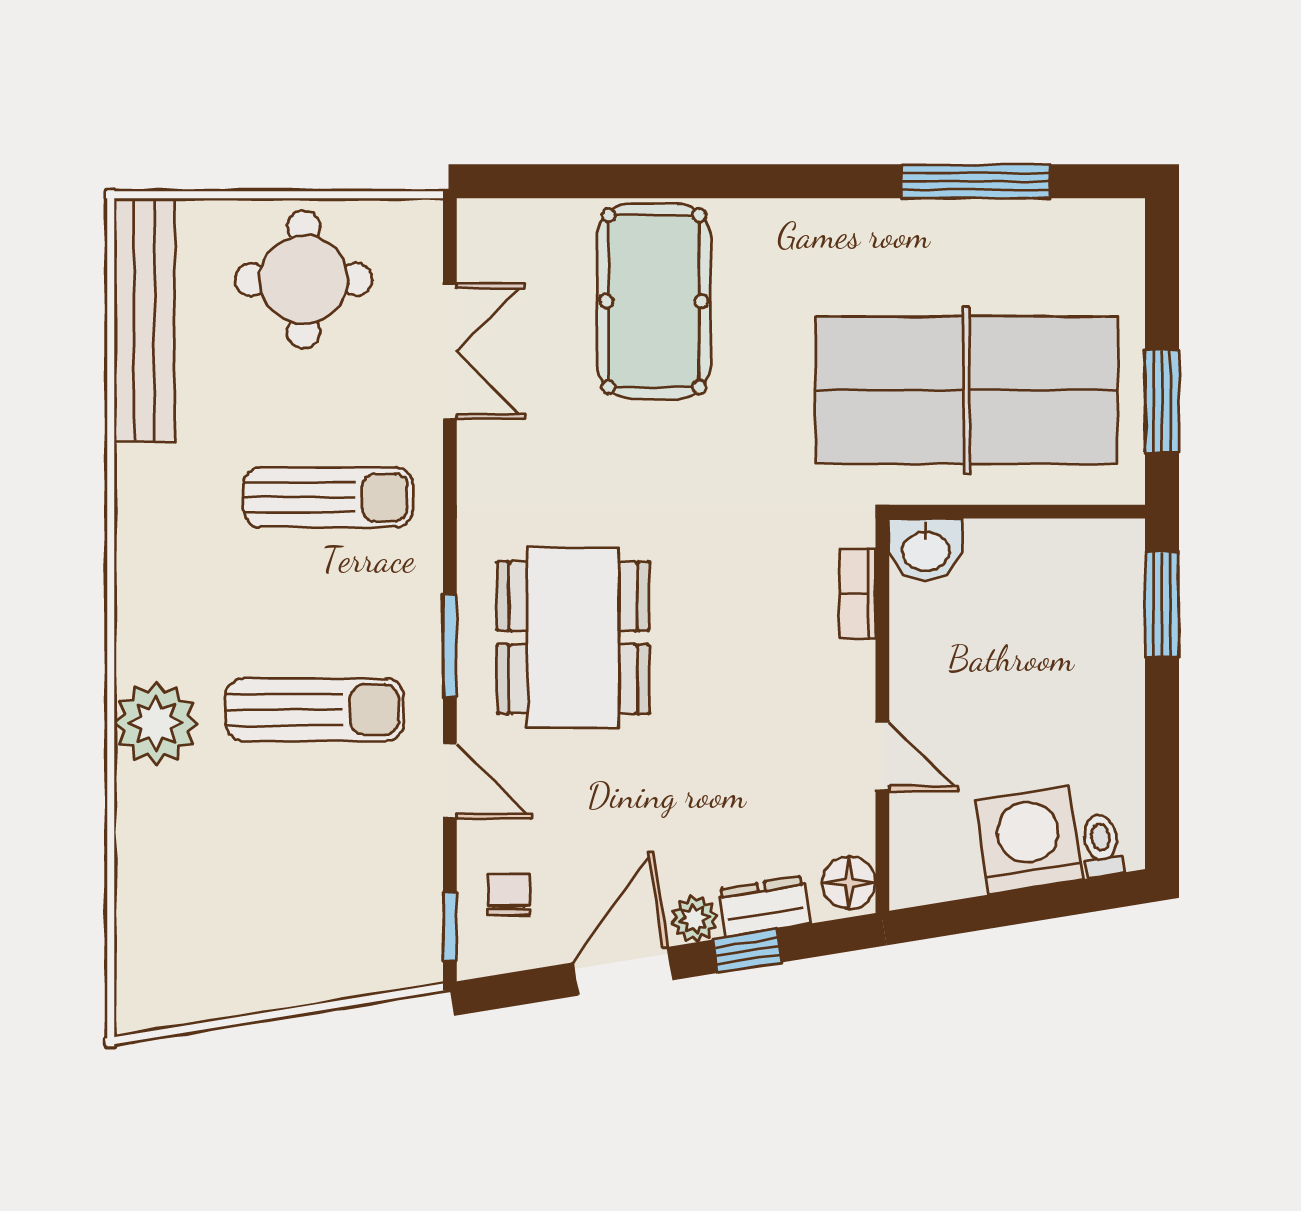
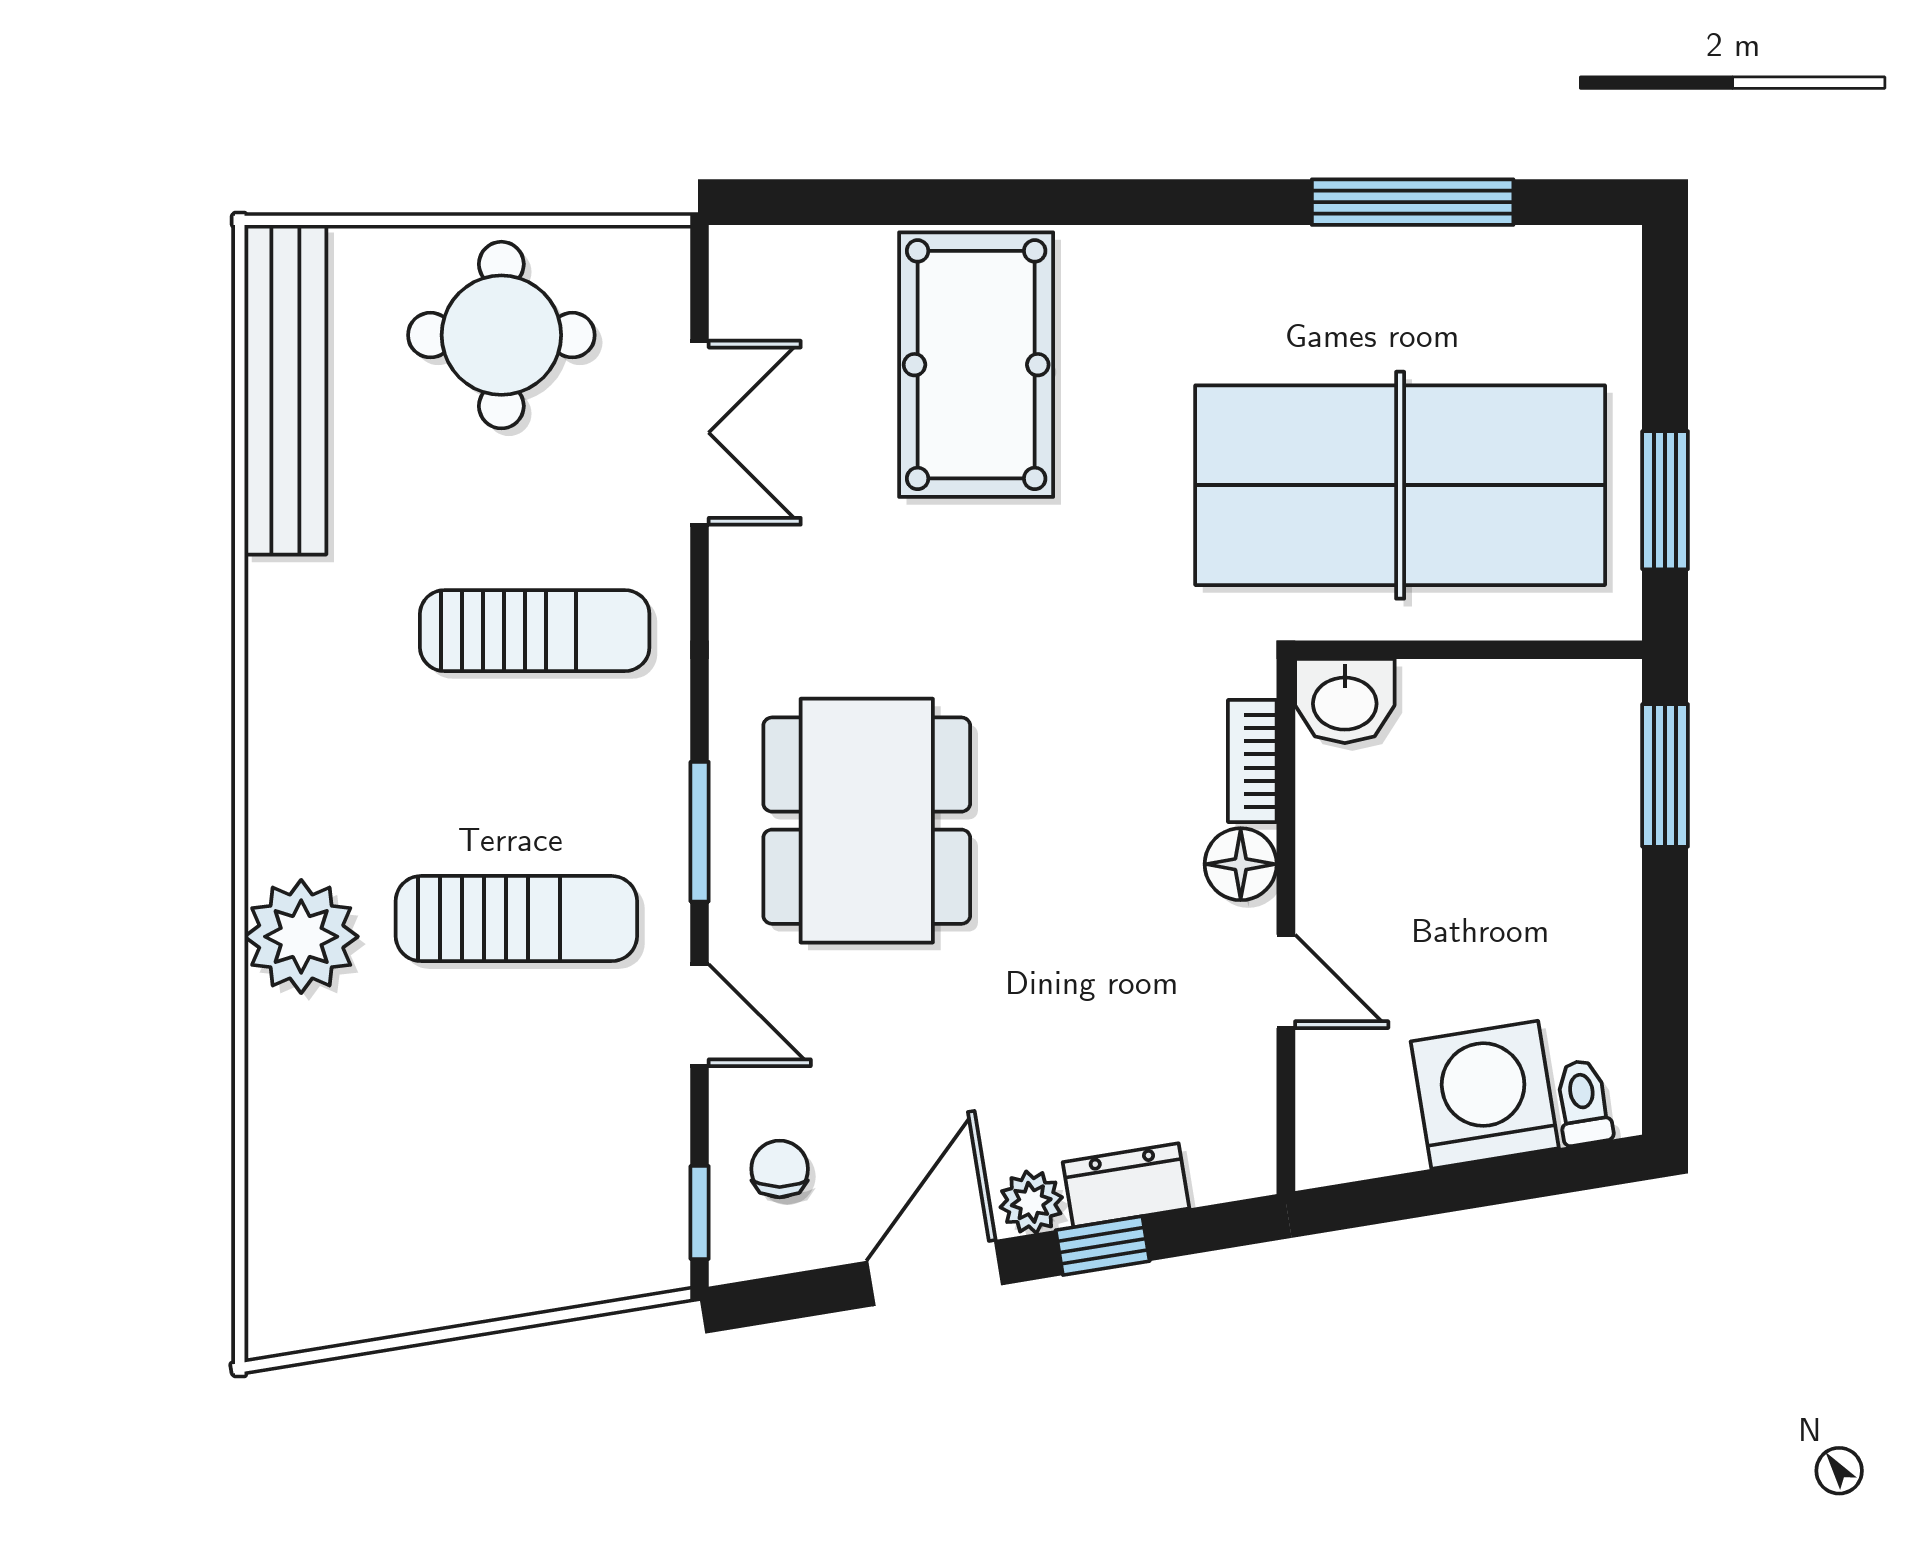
floor lamp: (849, 883) -> (1241, 864), moved

